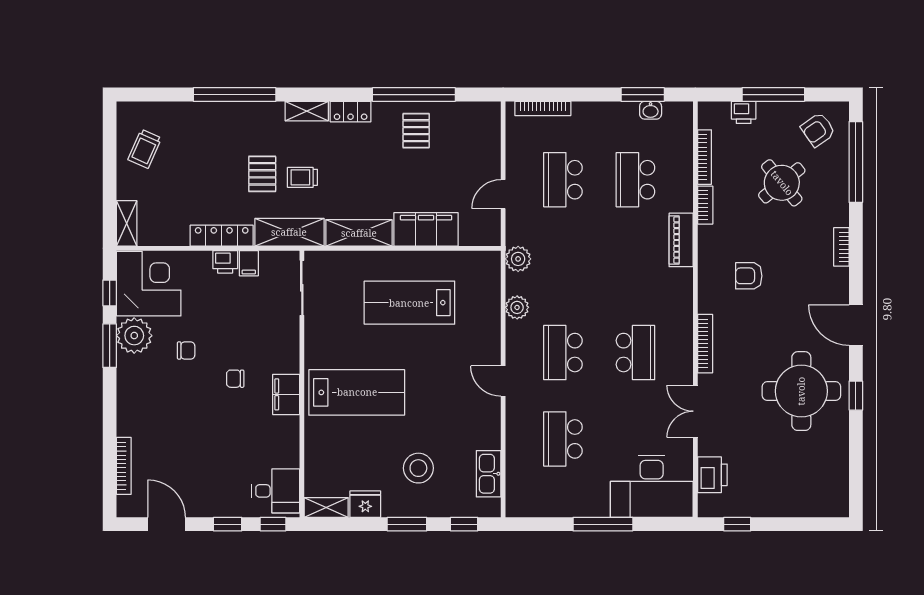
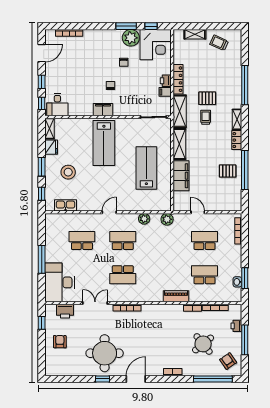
shelving: (127, 223) -> (195, 34), moved
armchair: (749, 276) -> (60, 342), moved

